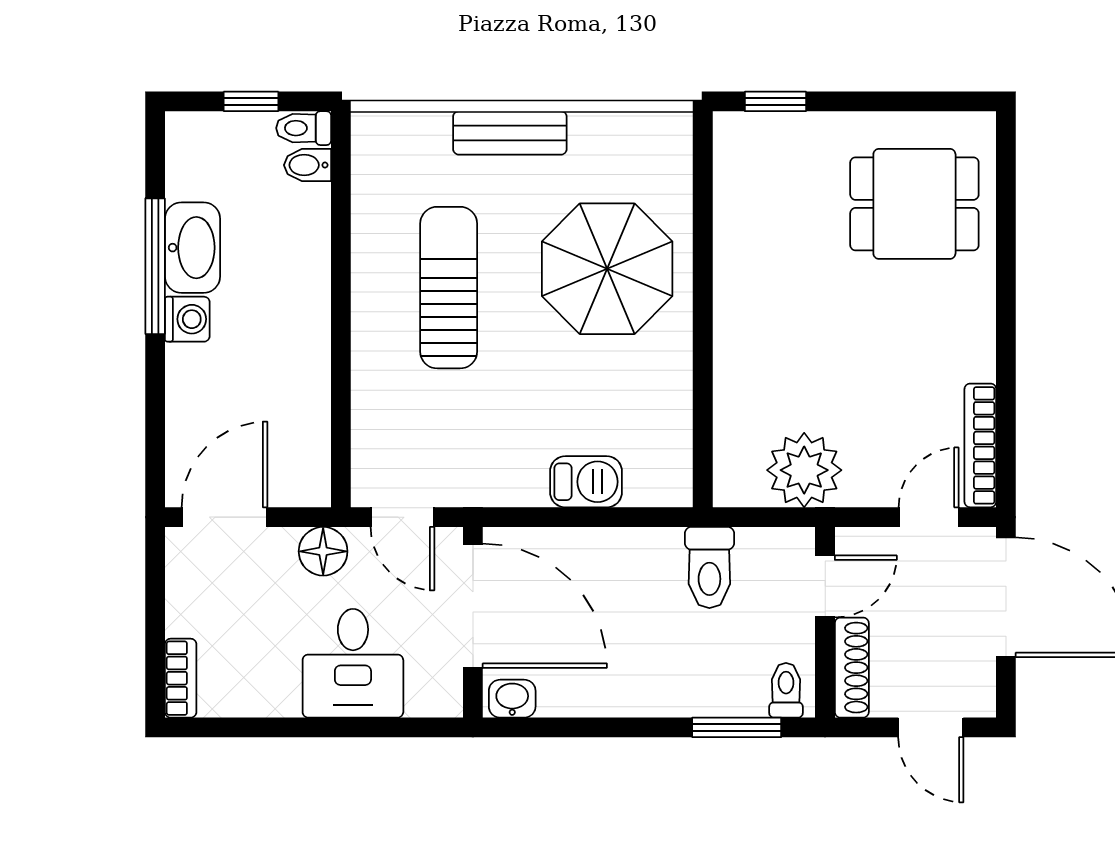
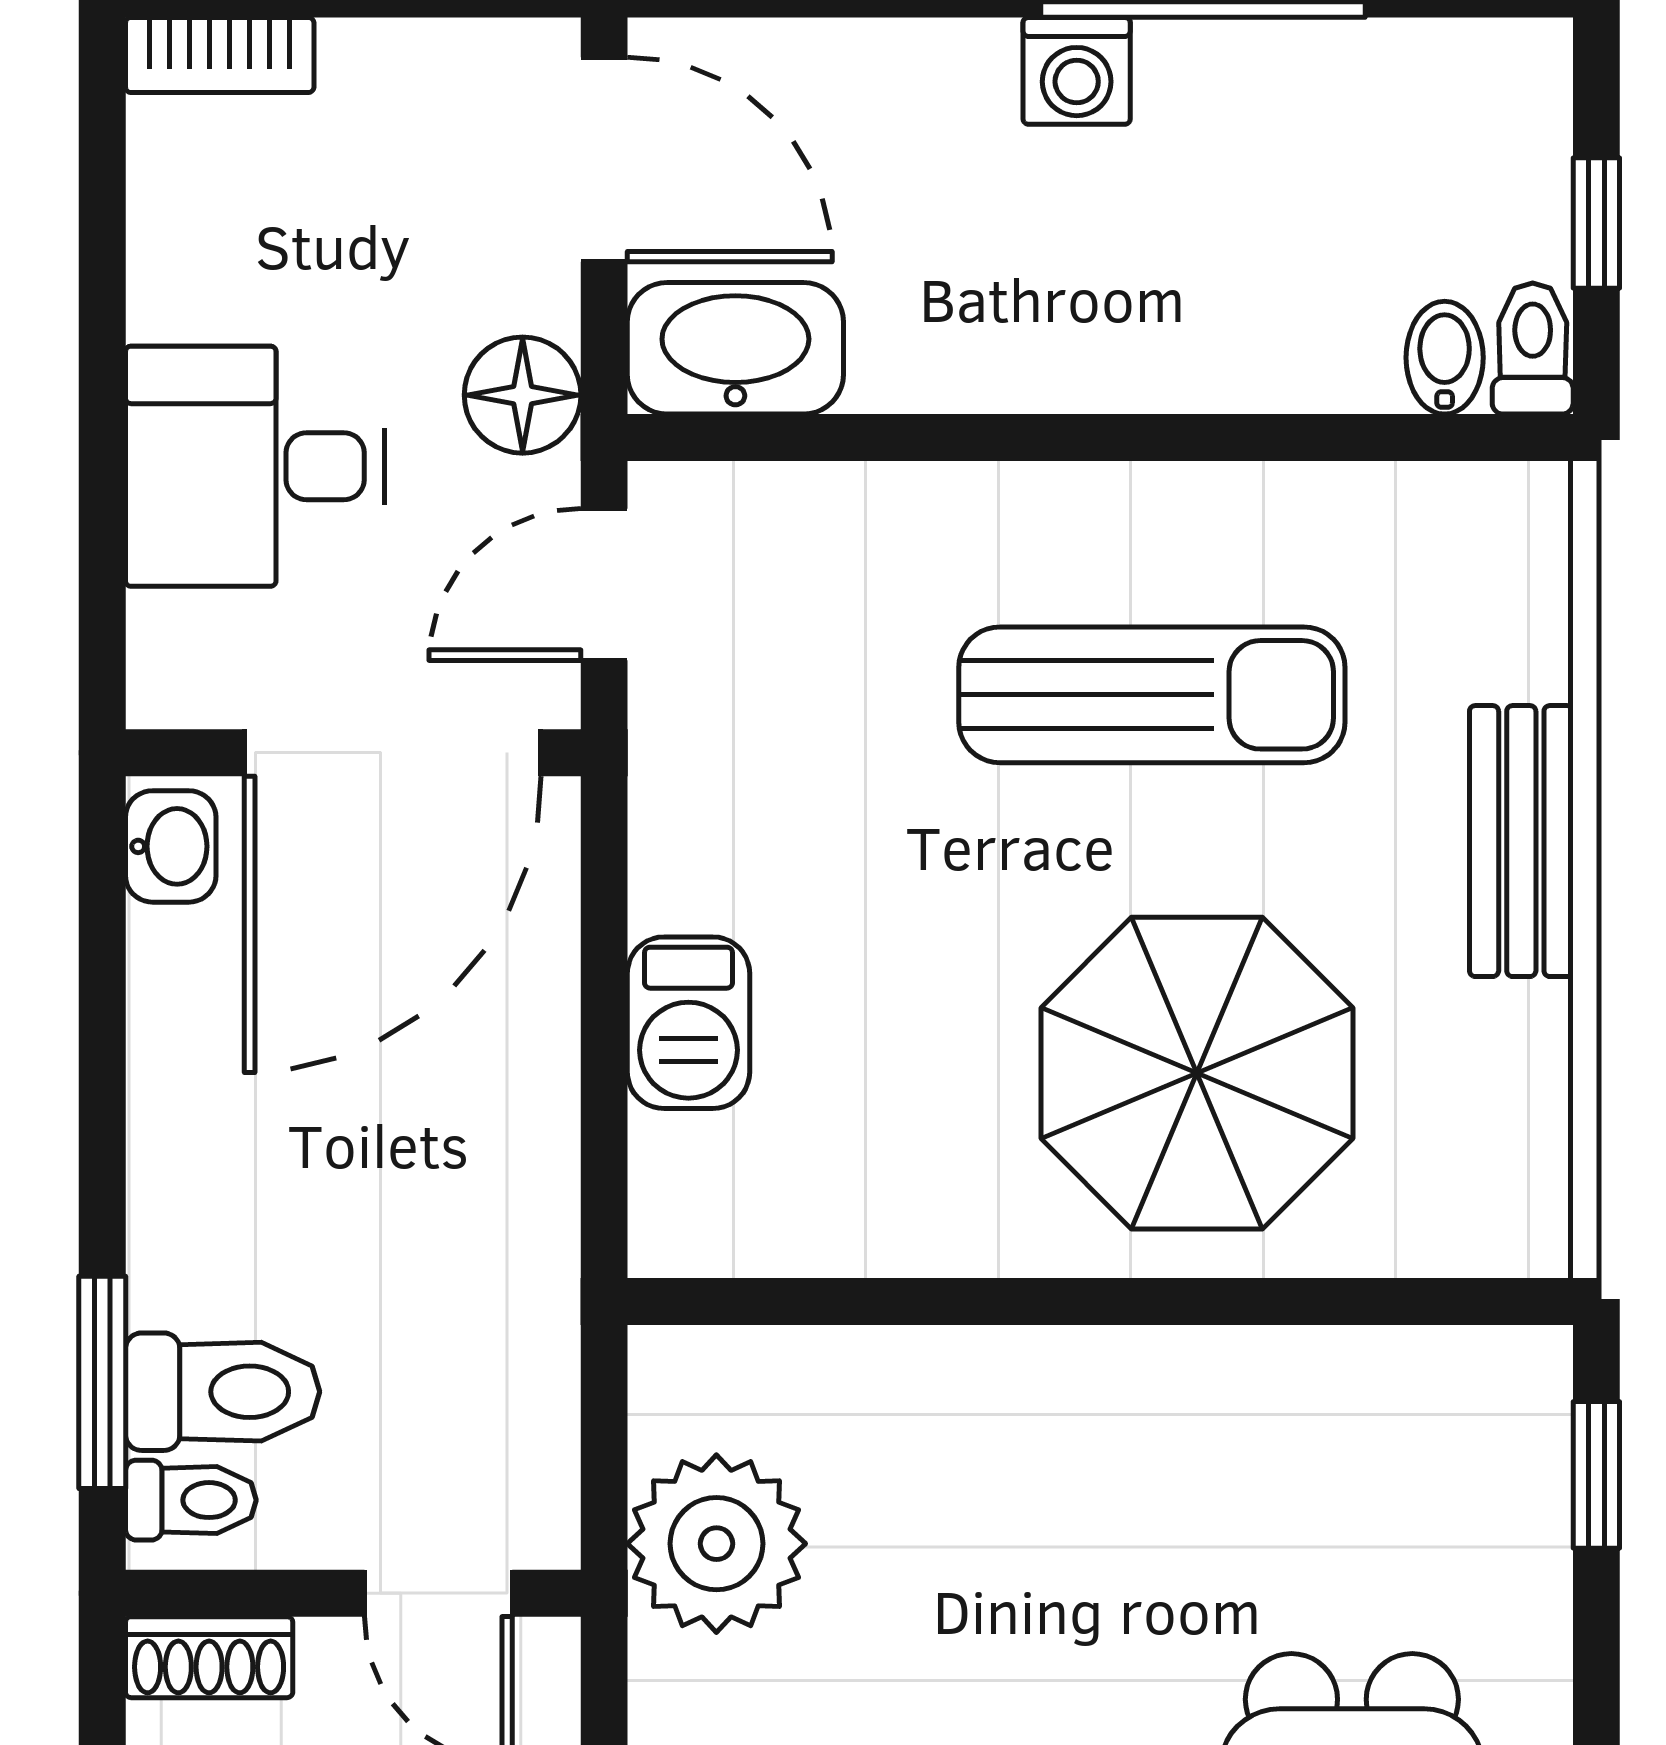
washbasin: (192, 248) -> (735, 348), moved, turned 180
toilet: (709, 568) -> (223, 1392), moved, turned 180
shoe rack: (852, 668) -> (209, 1657), width x0.70

